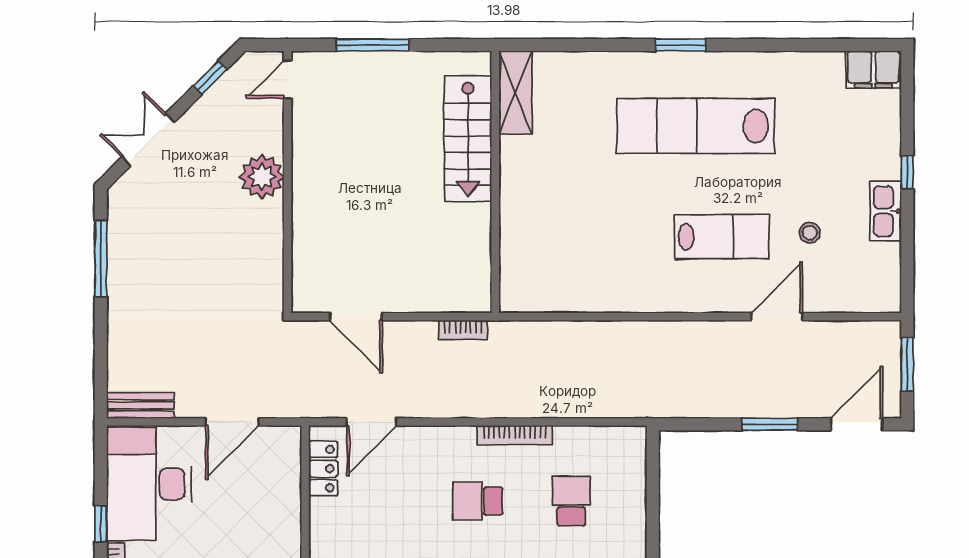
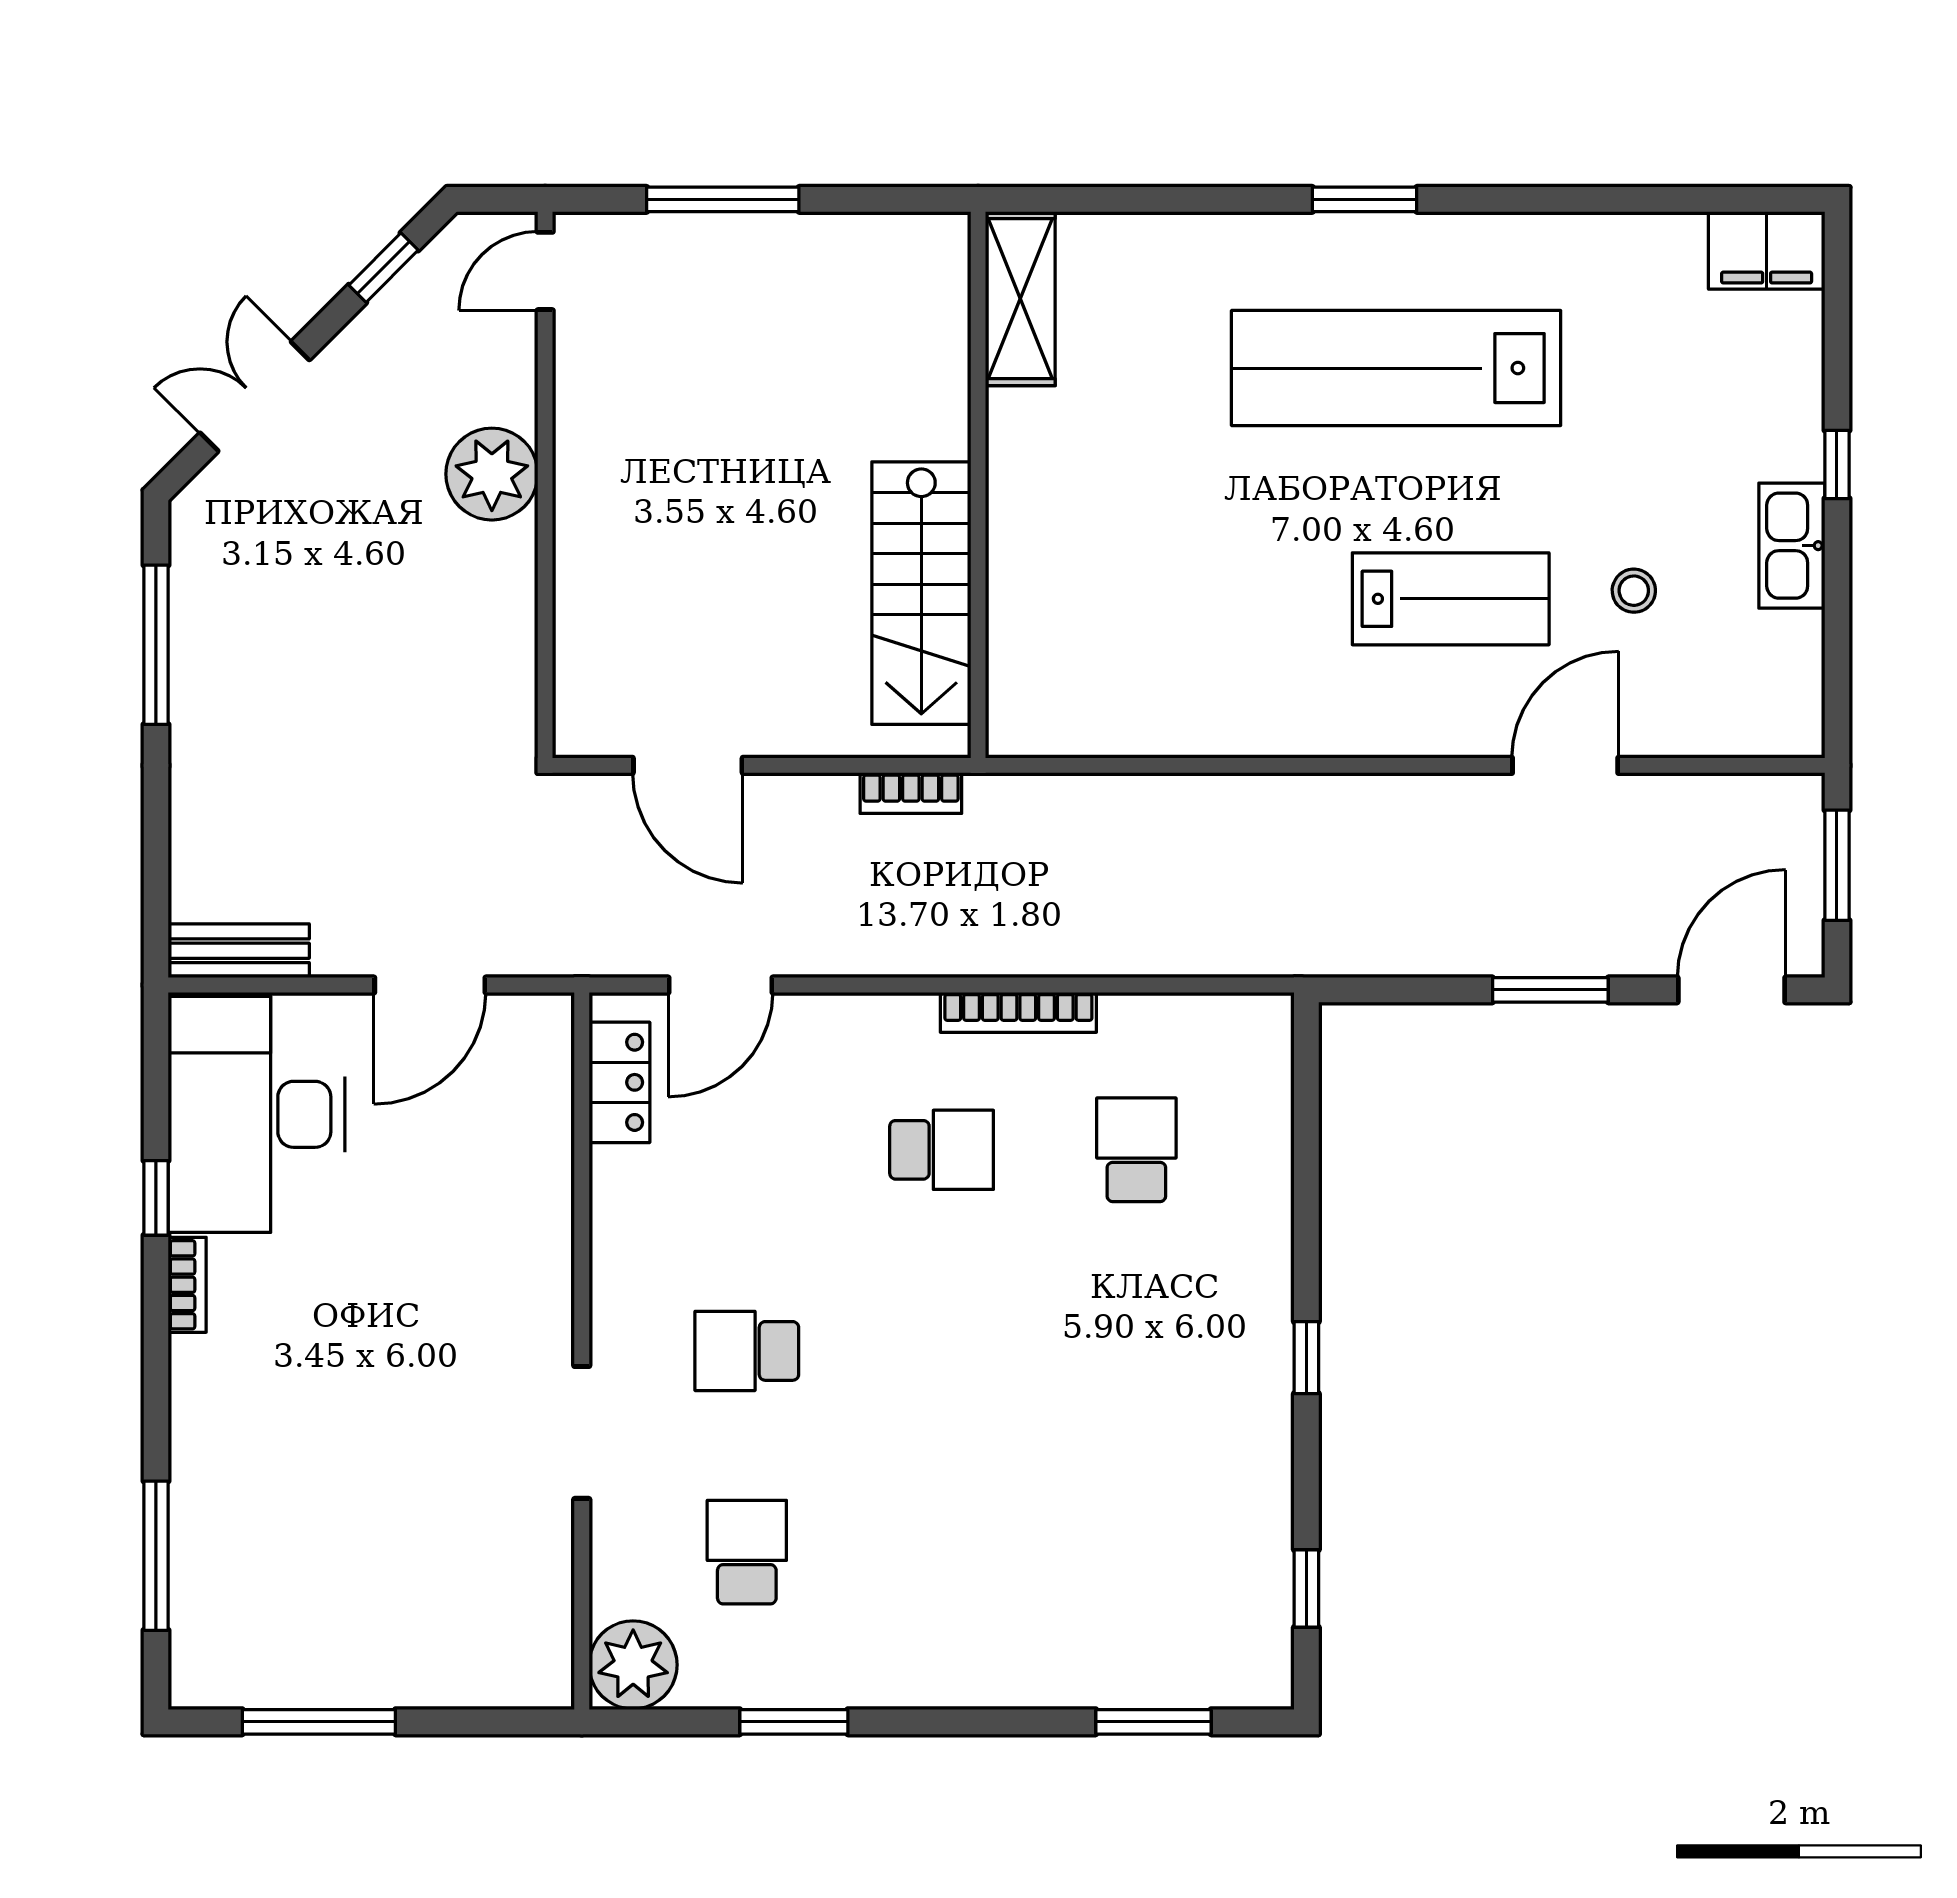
stairs: (468, 139) -> (921, 593), moved
school desk: (478, 501) -> (942, 1150), turned 180

